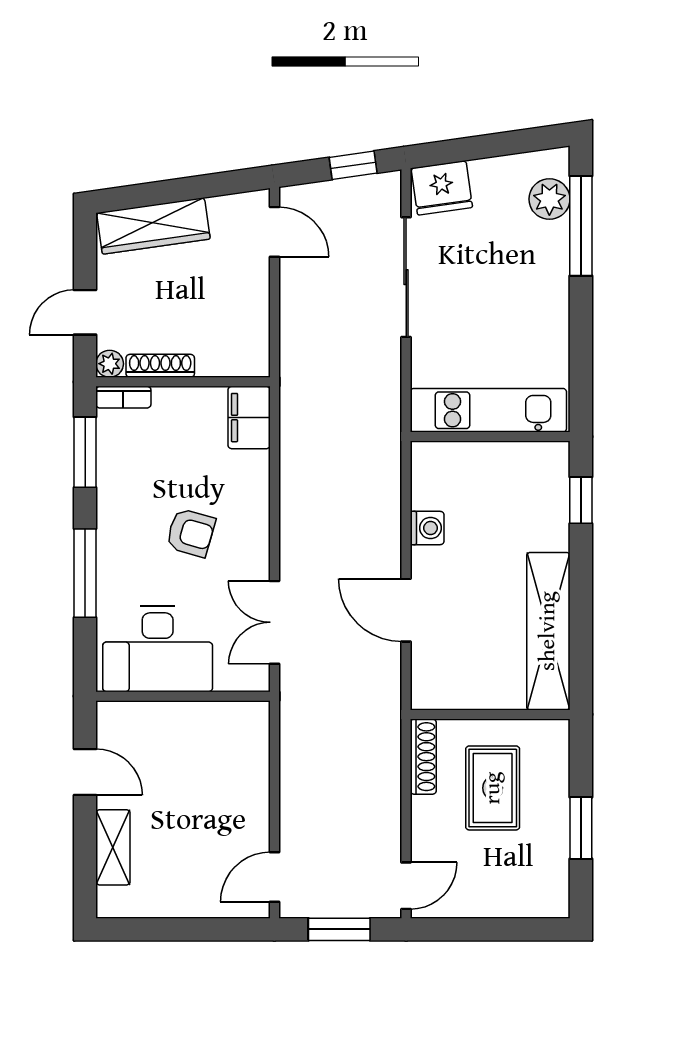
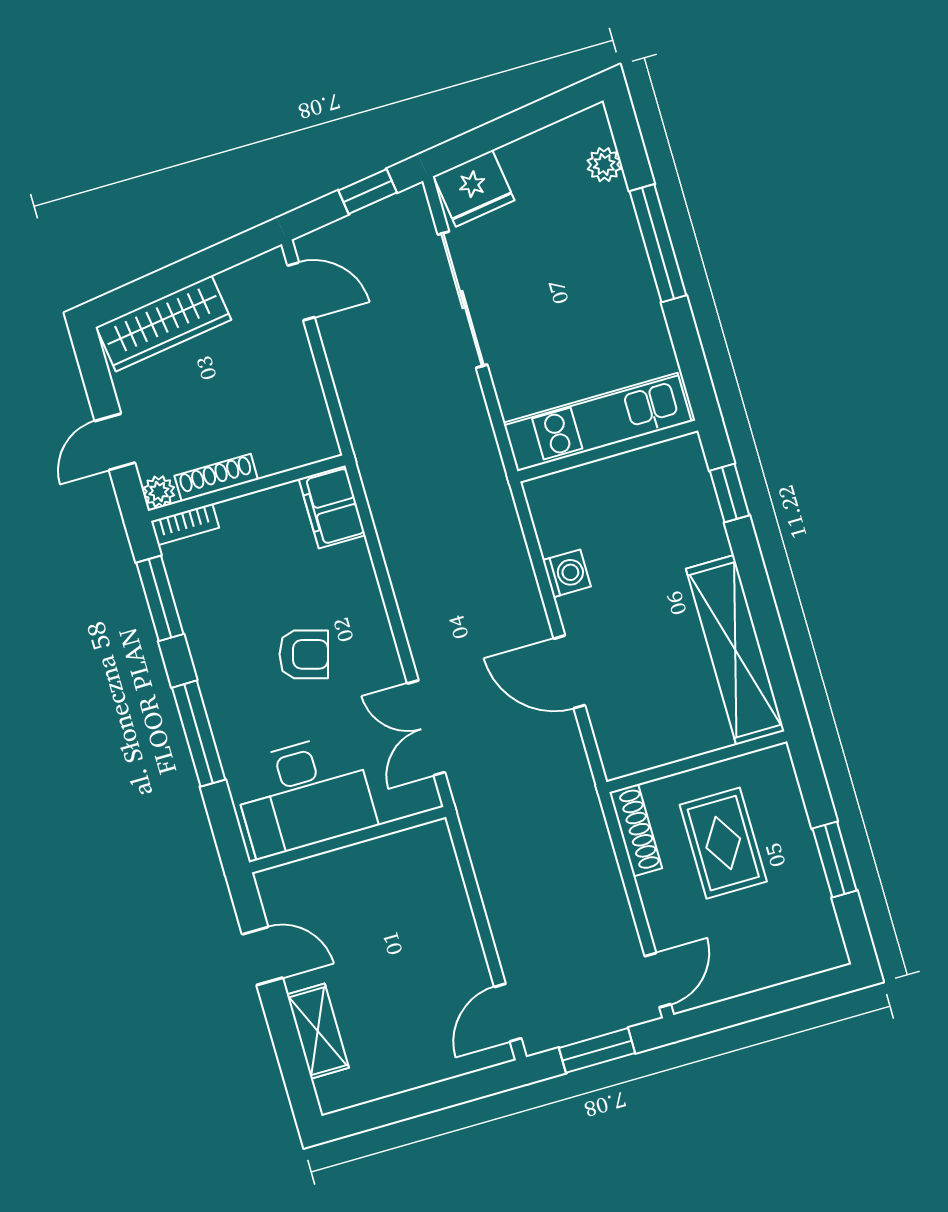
plant: (549, 199) -> (604, 165), width x0.73, depth x0.73
window: (581, 226) -> (658, 243), moved

